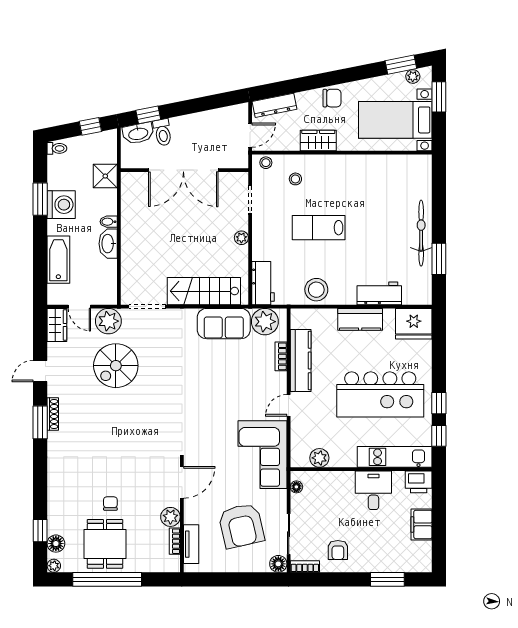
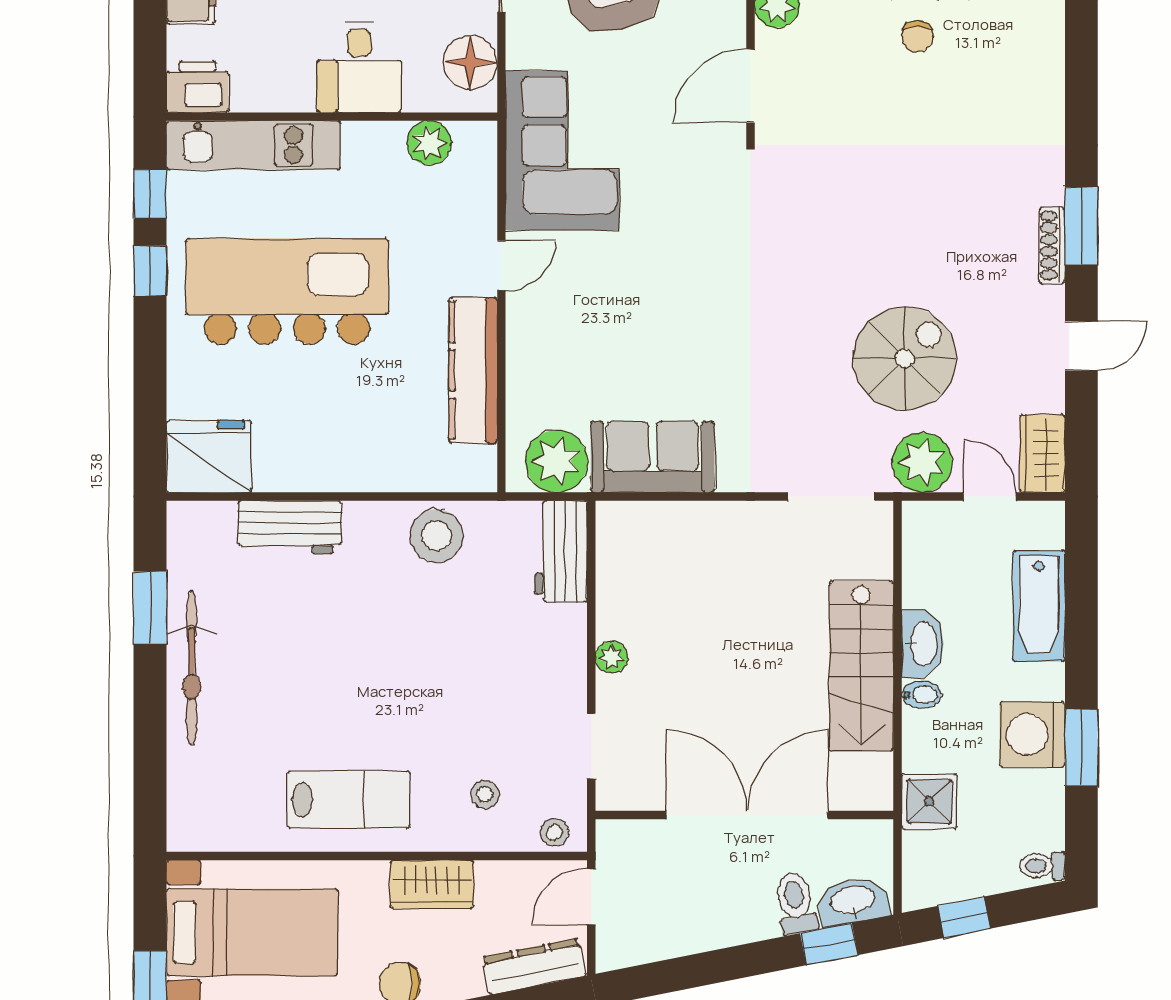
lab bench: (319, 228) -> (349, 800), moved
stairs: (204, 291) -> (861, 666), moved, turned 90
kitchen counter: (360, 319) -> (334, 466), removed
bookcase: (281, 356) -> (519, 380), removed
floor lamp: (296, 487) -> (470, 62), width x1.89, depth x1.89
desk: (373, 490) -> (359, 67), moved

